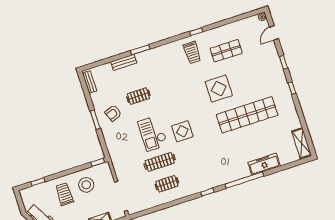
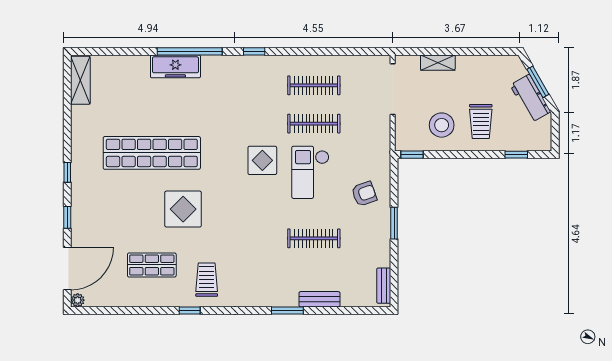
door: (274, 33) -> (67, 268), width x1.88
clothes rail: (138, 96) -> (314, 238), width x1.36
armchair: (113, 113) -> (364, 194), moved
checkout: (153, 133) -> (310, 172), turned 180
freezer: (264, 164) -> (175, 66), moved
clothes rail: (167, 184) -> (314, 85), width x1.36

